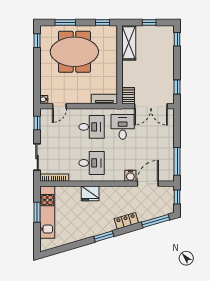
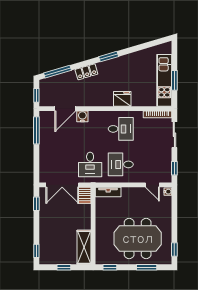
door: (59, 106) -> (152, 185), swing flipped
double door: (151, 106) -> (62, 185), swing flipped
desk: (91, 163) -> (121, 129), turned 180

